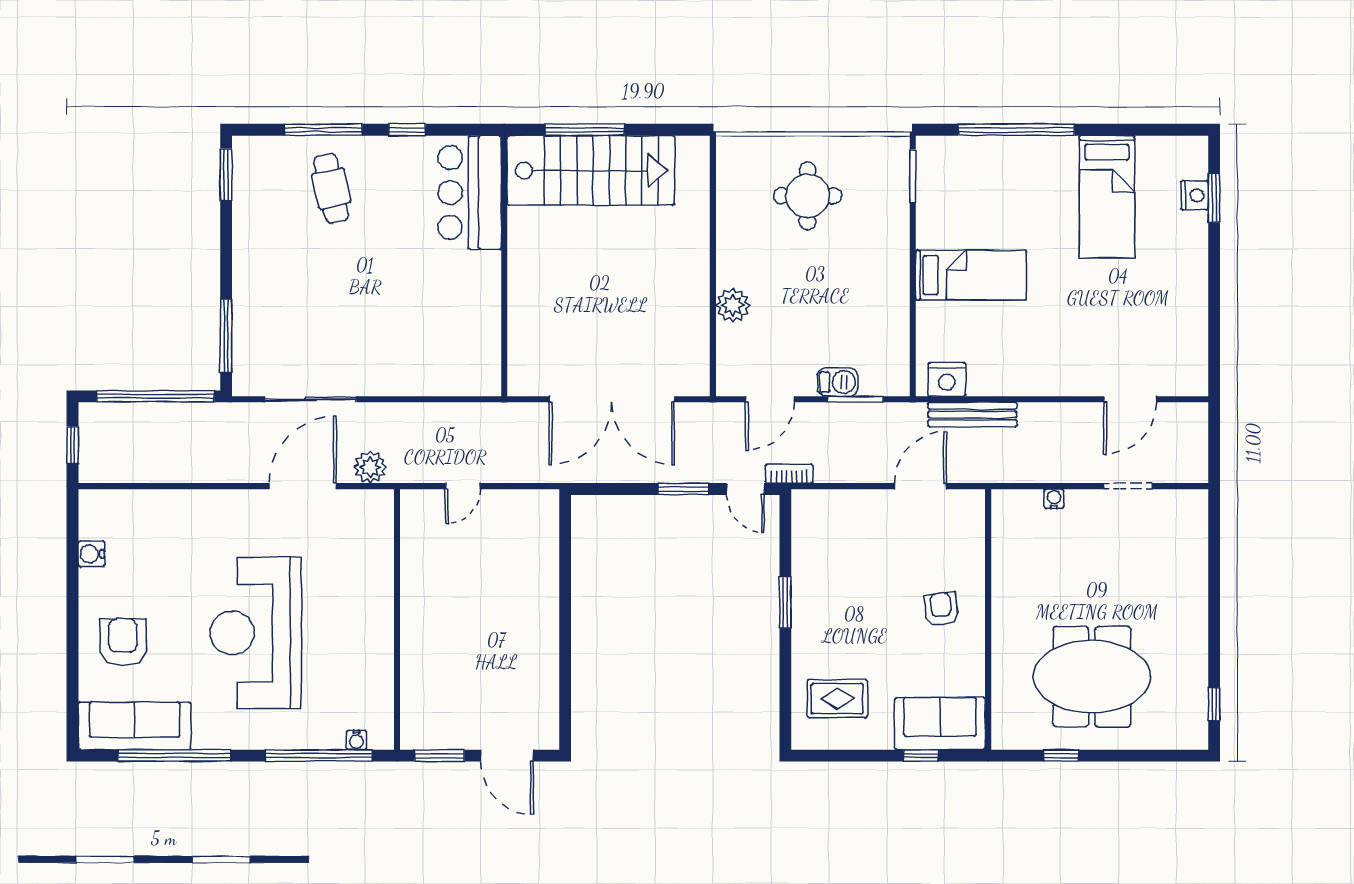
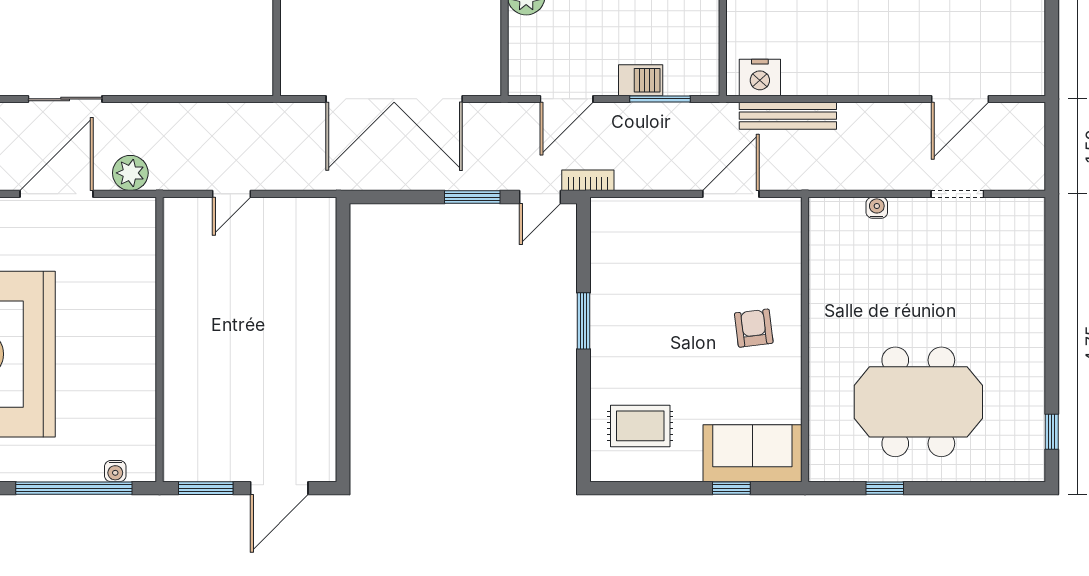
sliding door: (311, 399) -> (65, 99), width x0.73
door: (745, 489) -> (540, 197), hinge flipped
door: (507, 756) -> (279, 488), hinge flipped

